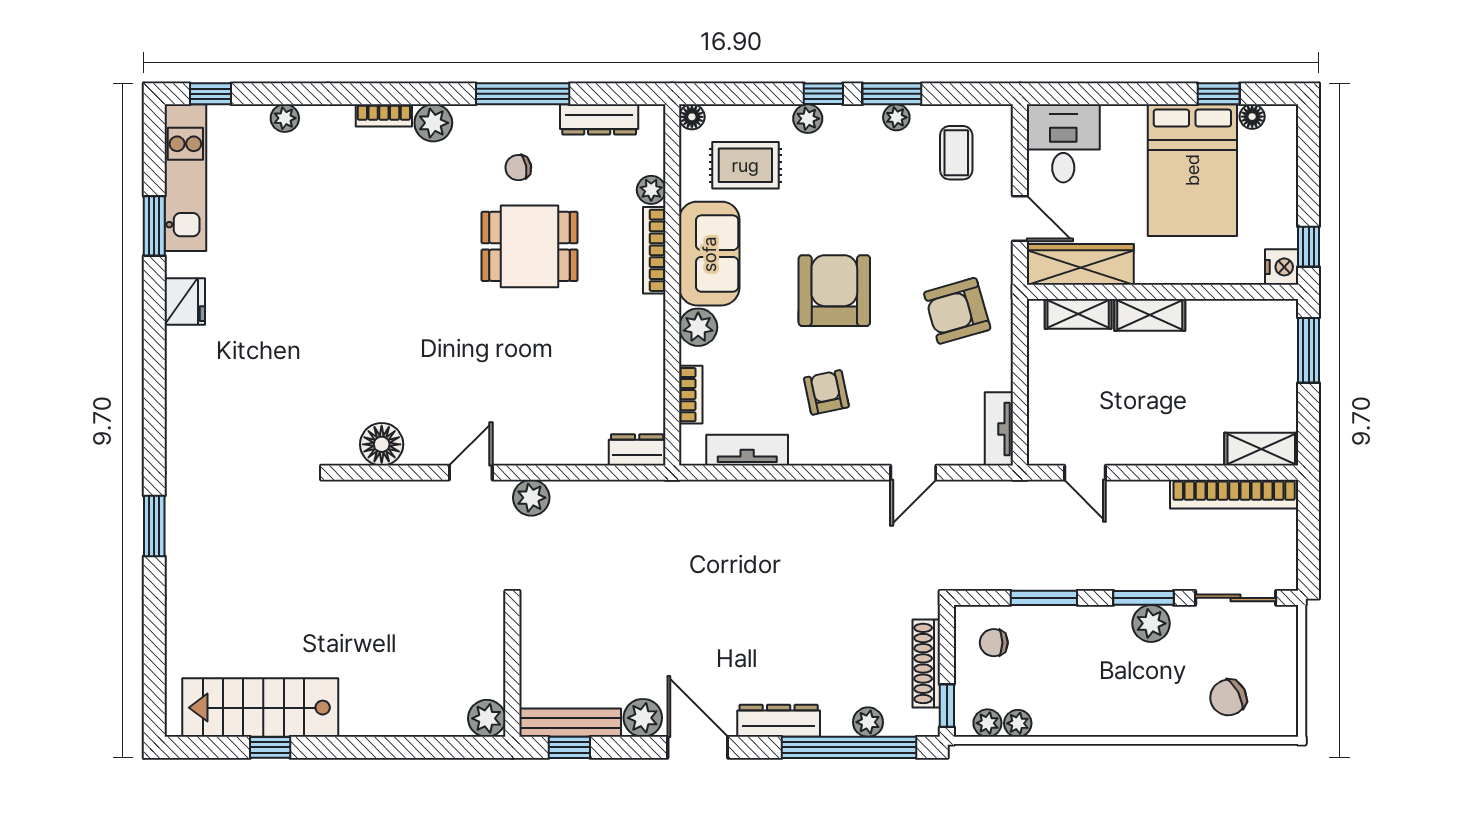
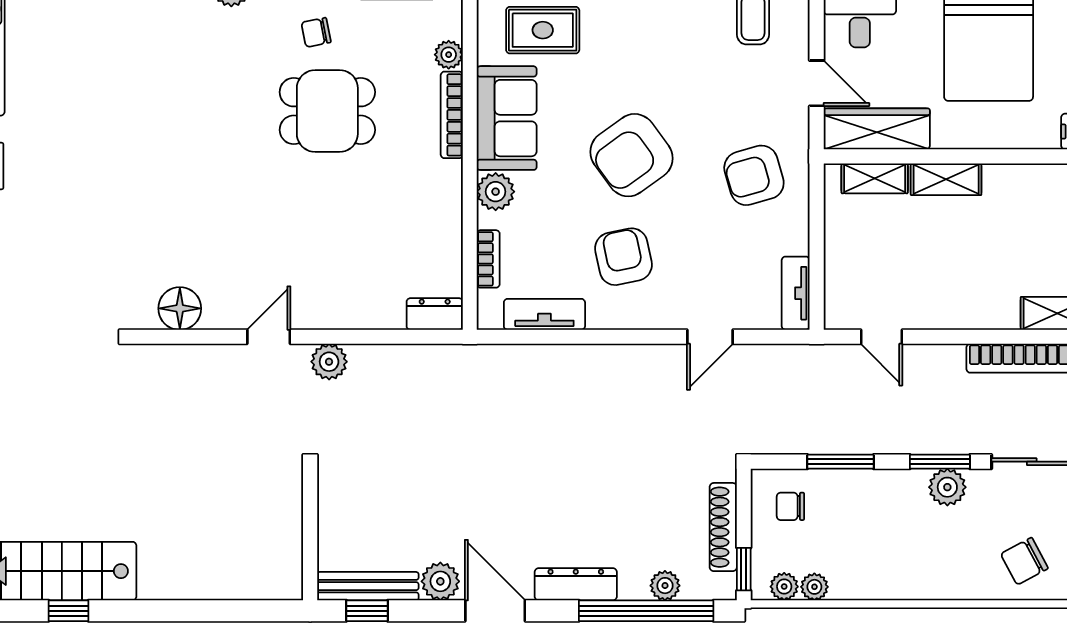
armchair: (834, 291) -> (631, 155), turned -126
armchair: (826, 392) -> (623, 257), width x1.38, depth x1.38
plant: (487, 718) -> (285, 582), removed

